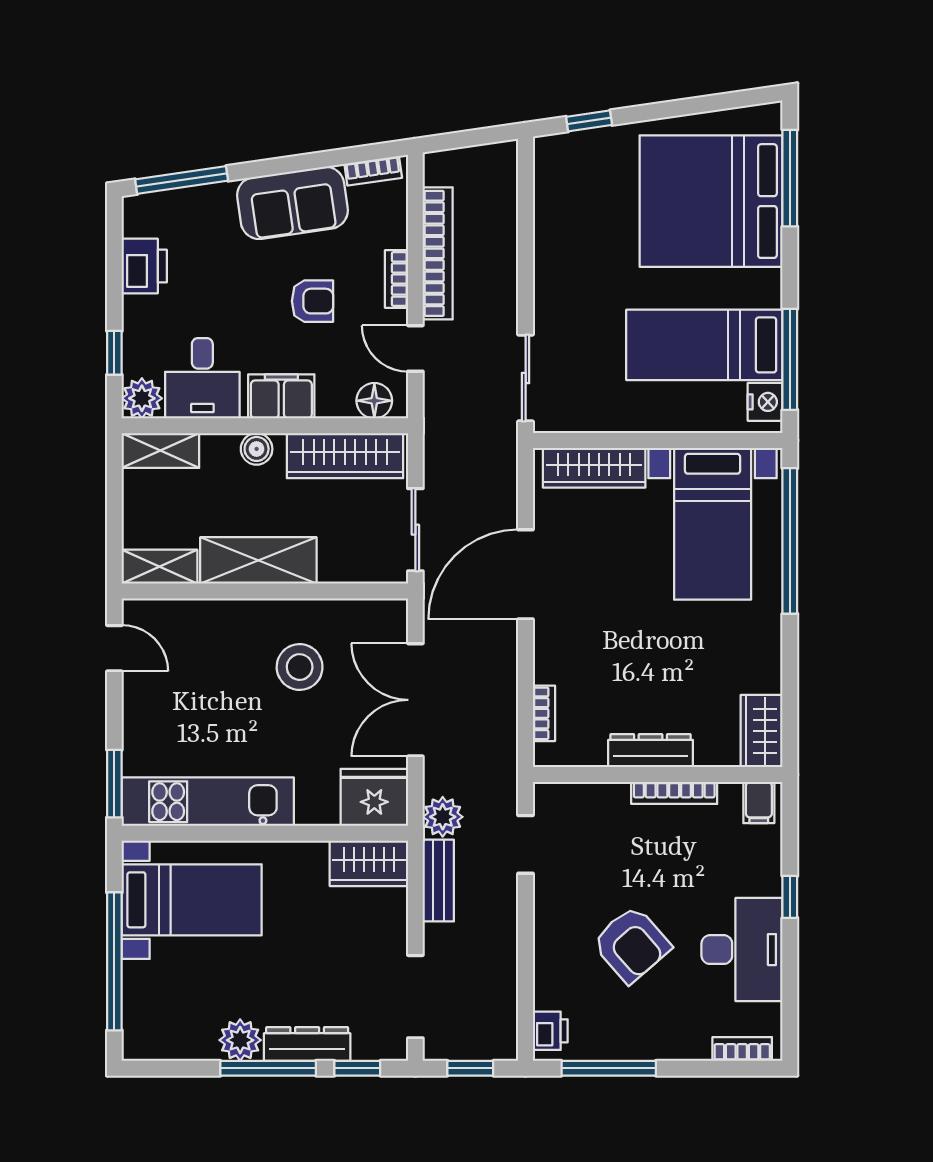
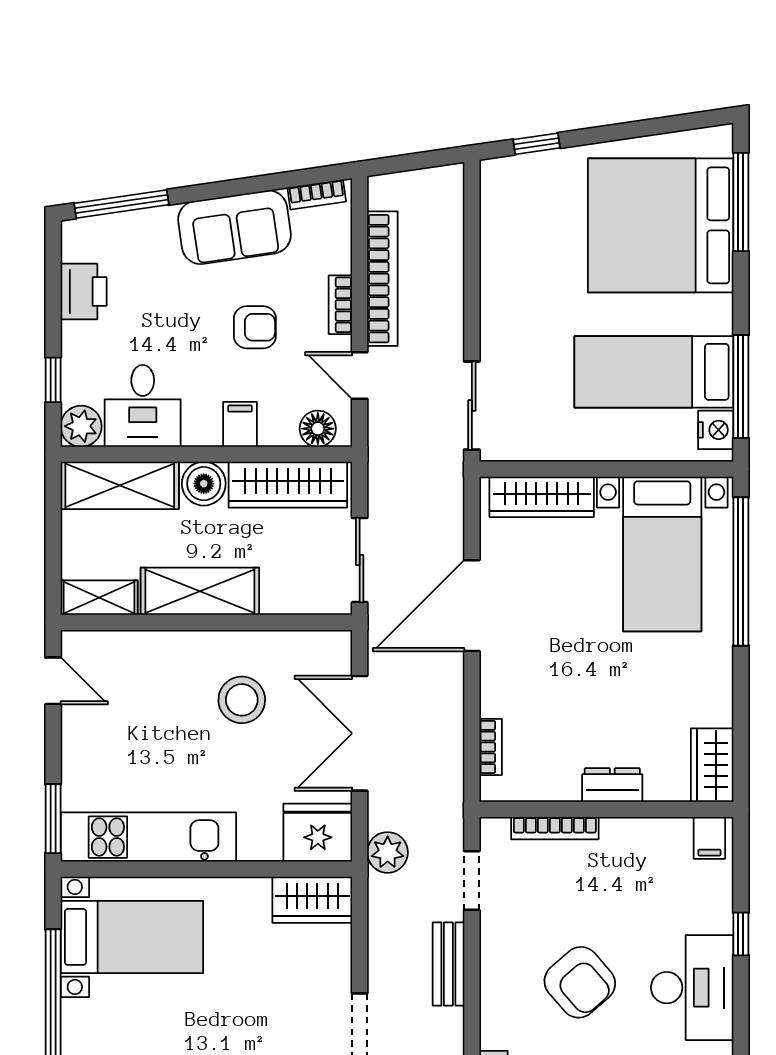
filing cabinet: (281, 396) -> (240, 424), width x0.50
boiler: (257, 449) -> (204, 484), width x1.36, depth x1.36
shelving: (160, 451) -> (120, 485), width x1.50, depth x1.33
dresser: (651, 751) -> (612, 785), width x0.70
bookcase: (674, 793) -> (555, 828), moved
bench: (438, 881) -> (448, 964), moved

